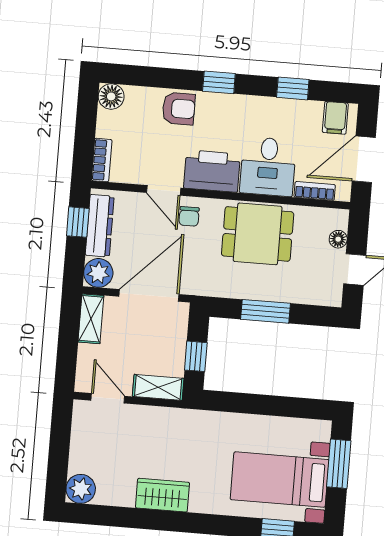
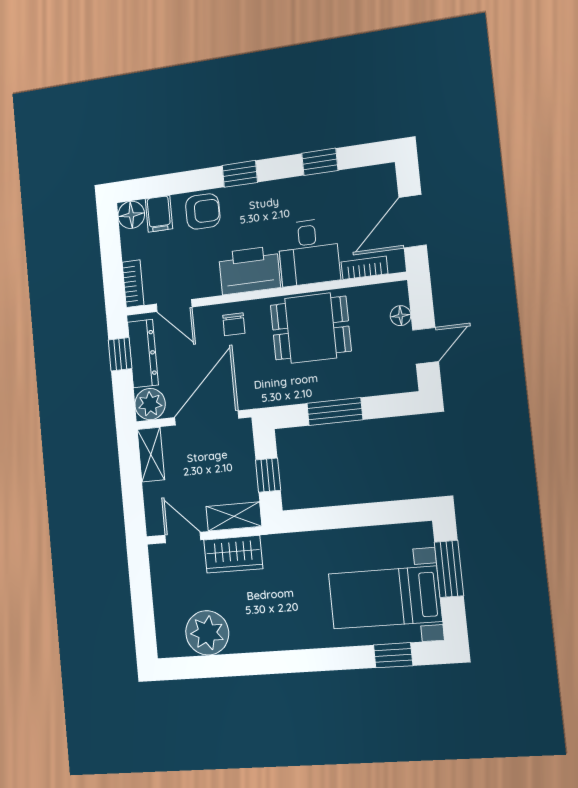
filing cabinet: (335, 118) -> (159, 214), moved
door: (164, 190) -> (174, 306), moved
plant: (81, 489) -> (207, 633), moved, width x1.36, depth x1.36
wardrobe: (162, 495) -> (233, 554), moved, turned 180

